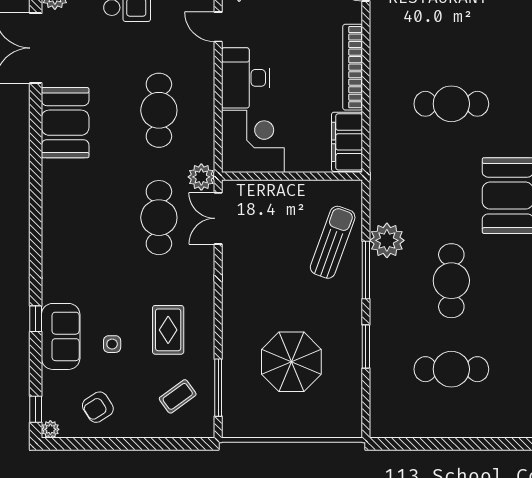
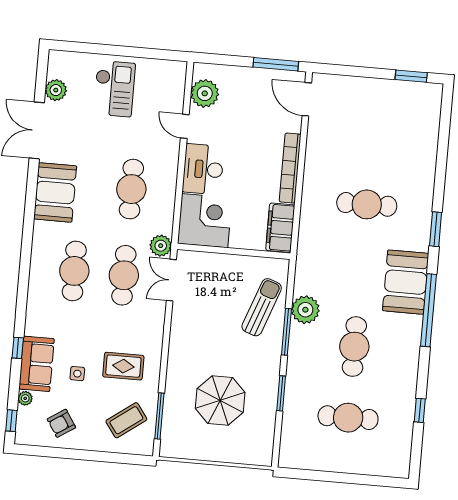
cafe table: (97, 218) -> (74, 271), added
rug: (168, 330) -> (123, 366), turned 90
coffee table: (178, 396) -> (126, 420), width x1.36, depth x1.30
plant: (50, 429) -> (25, 398), moved

